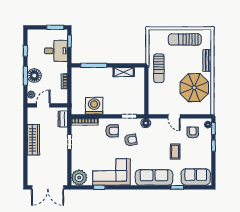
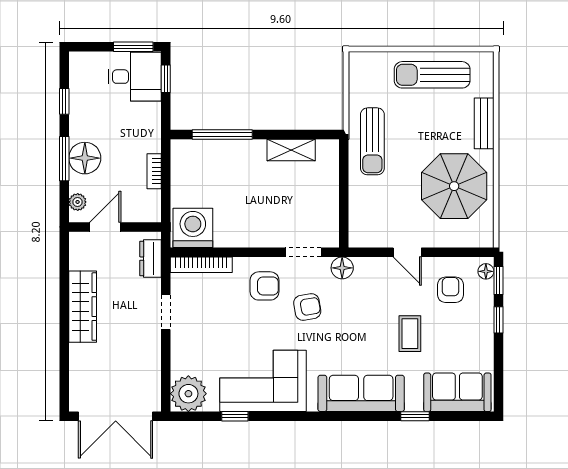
desk: (56, 51) -> (135, 77), moved
washing machine: (94, 106) -> (193, 228), moved

